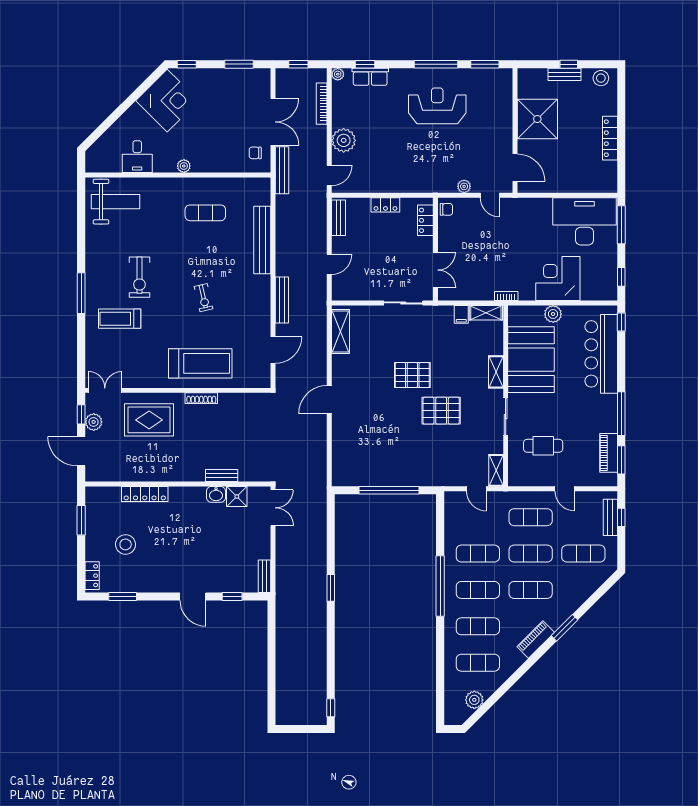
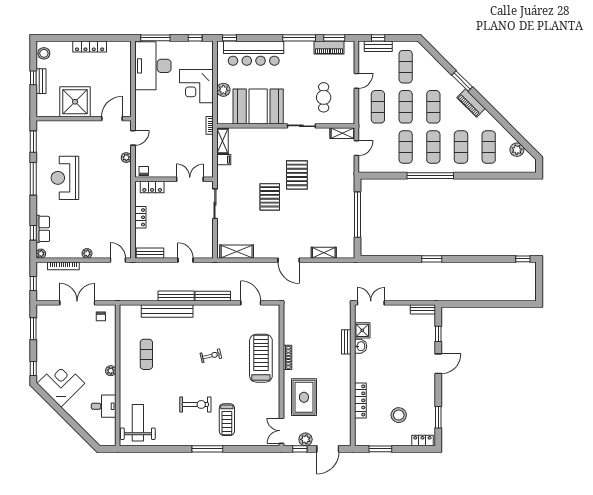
plant: (344, 140) -> (87, 253), width x0.53, depth x0.53
bench: (282, 170) -> (176, 296), moved
shelving: (496, 372) -> (324, 253), moved

